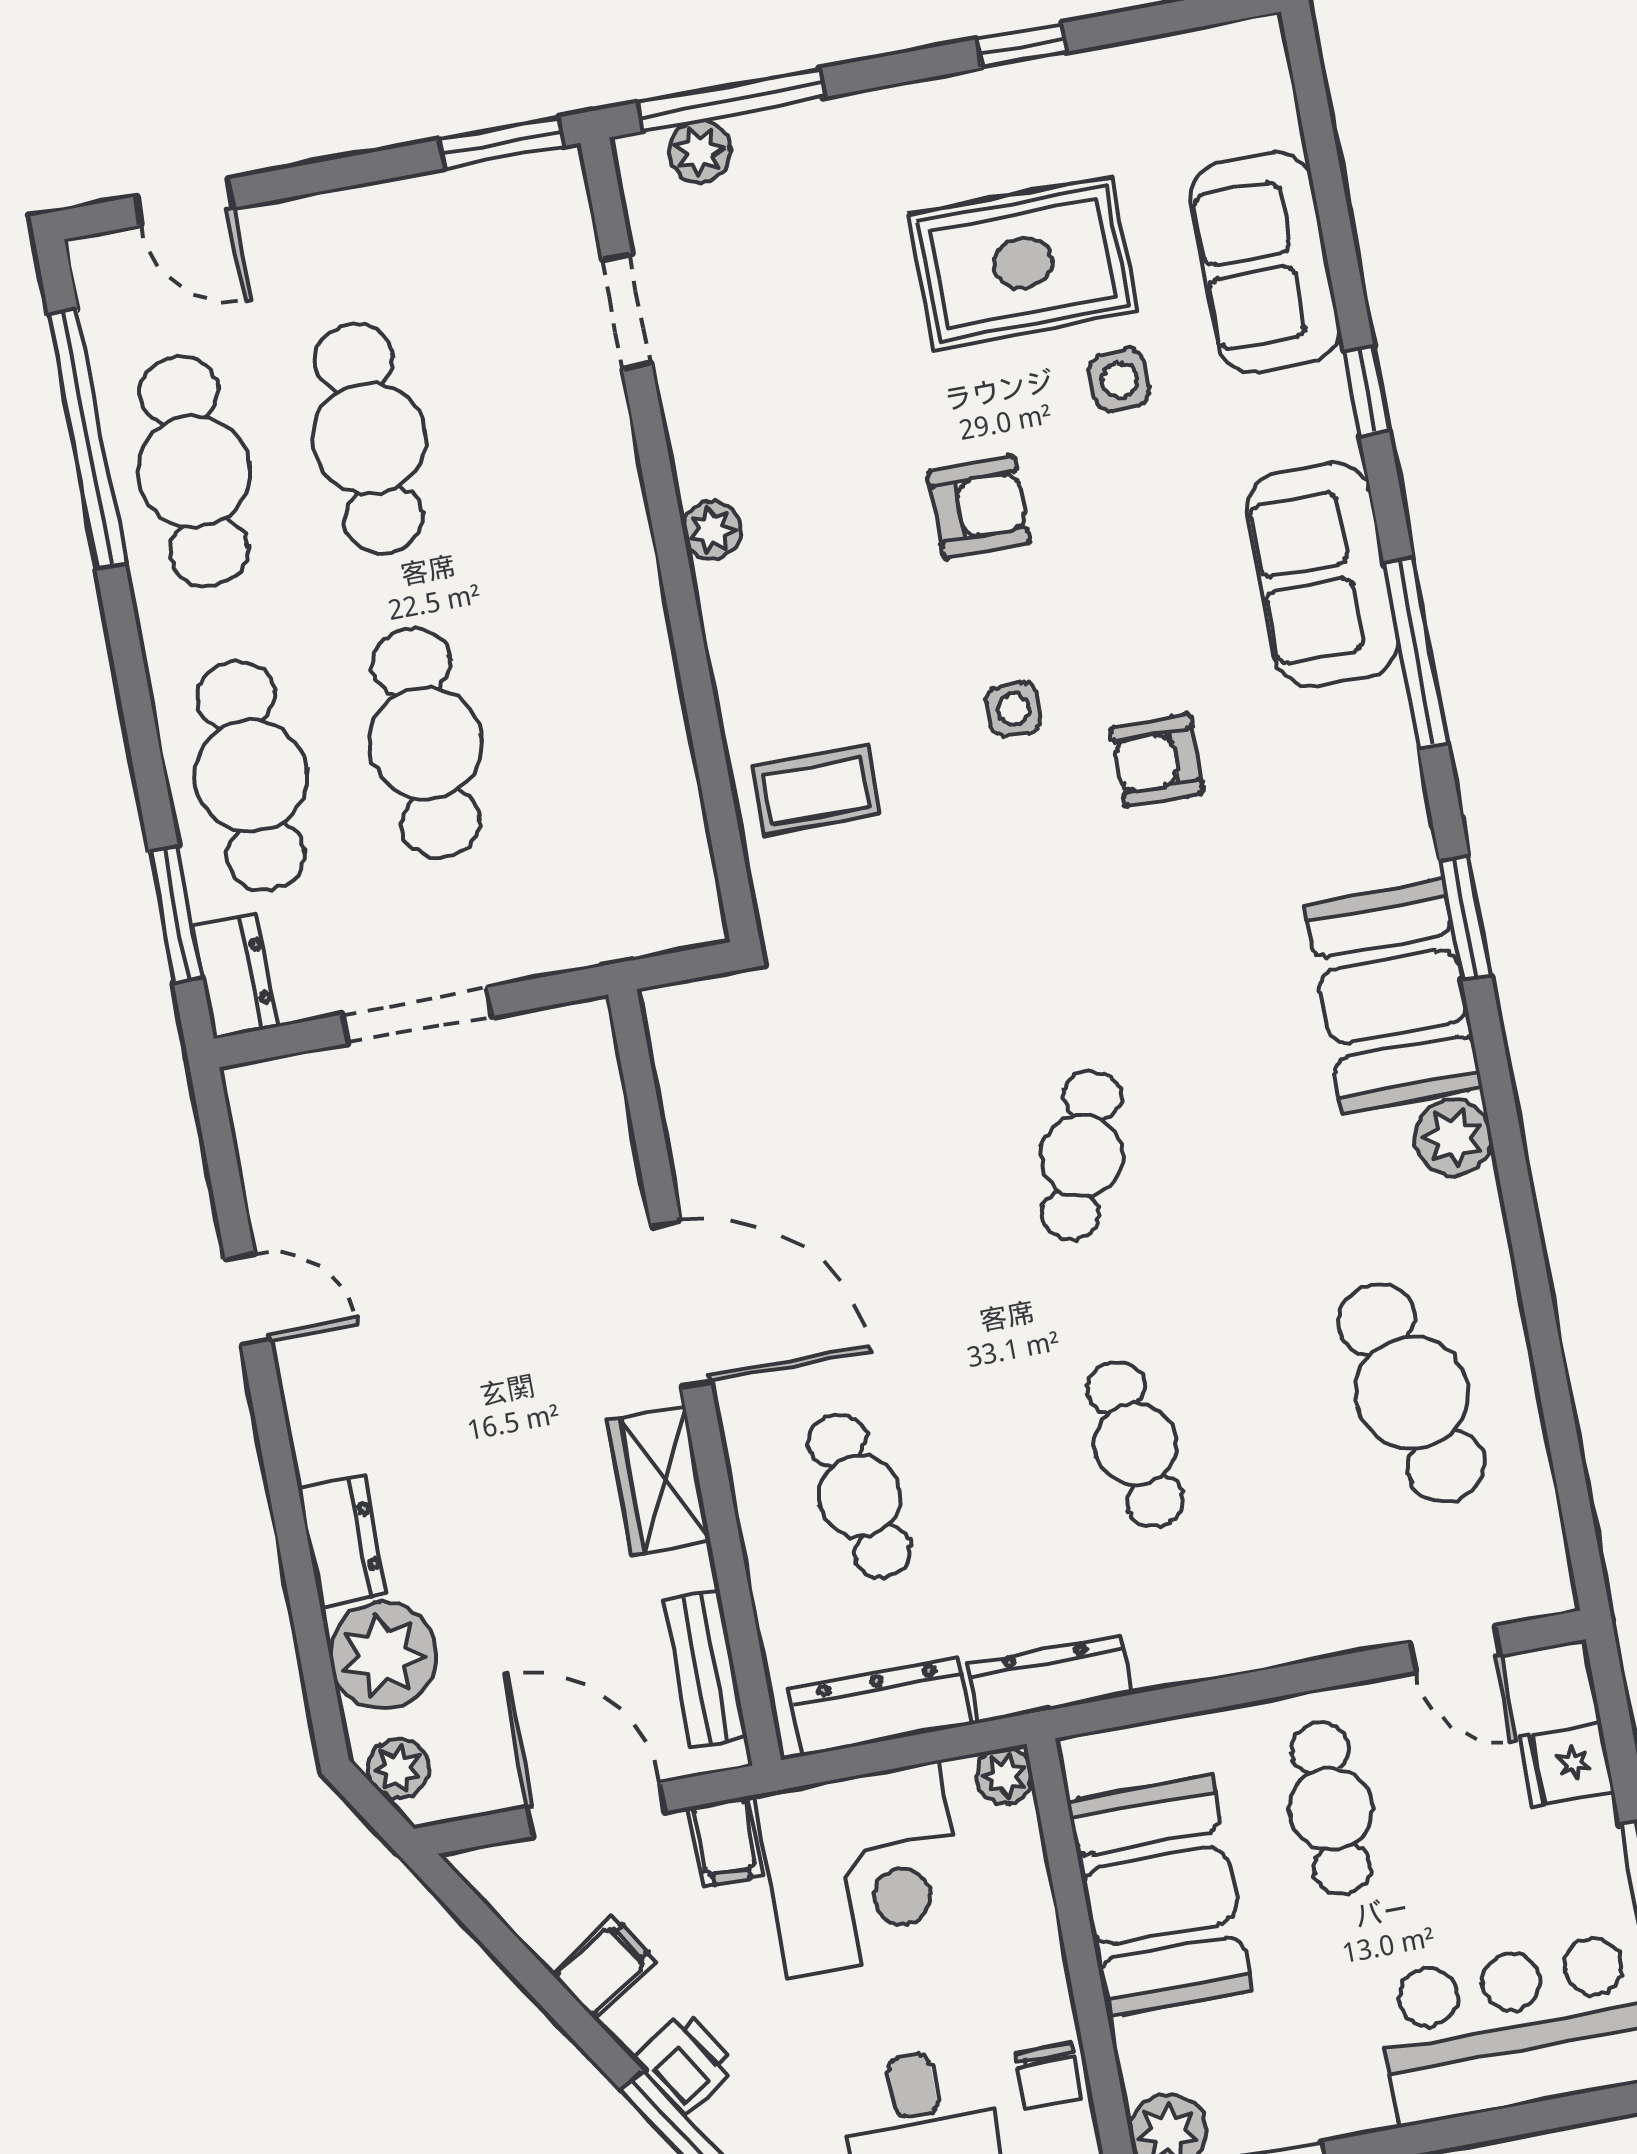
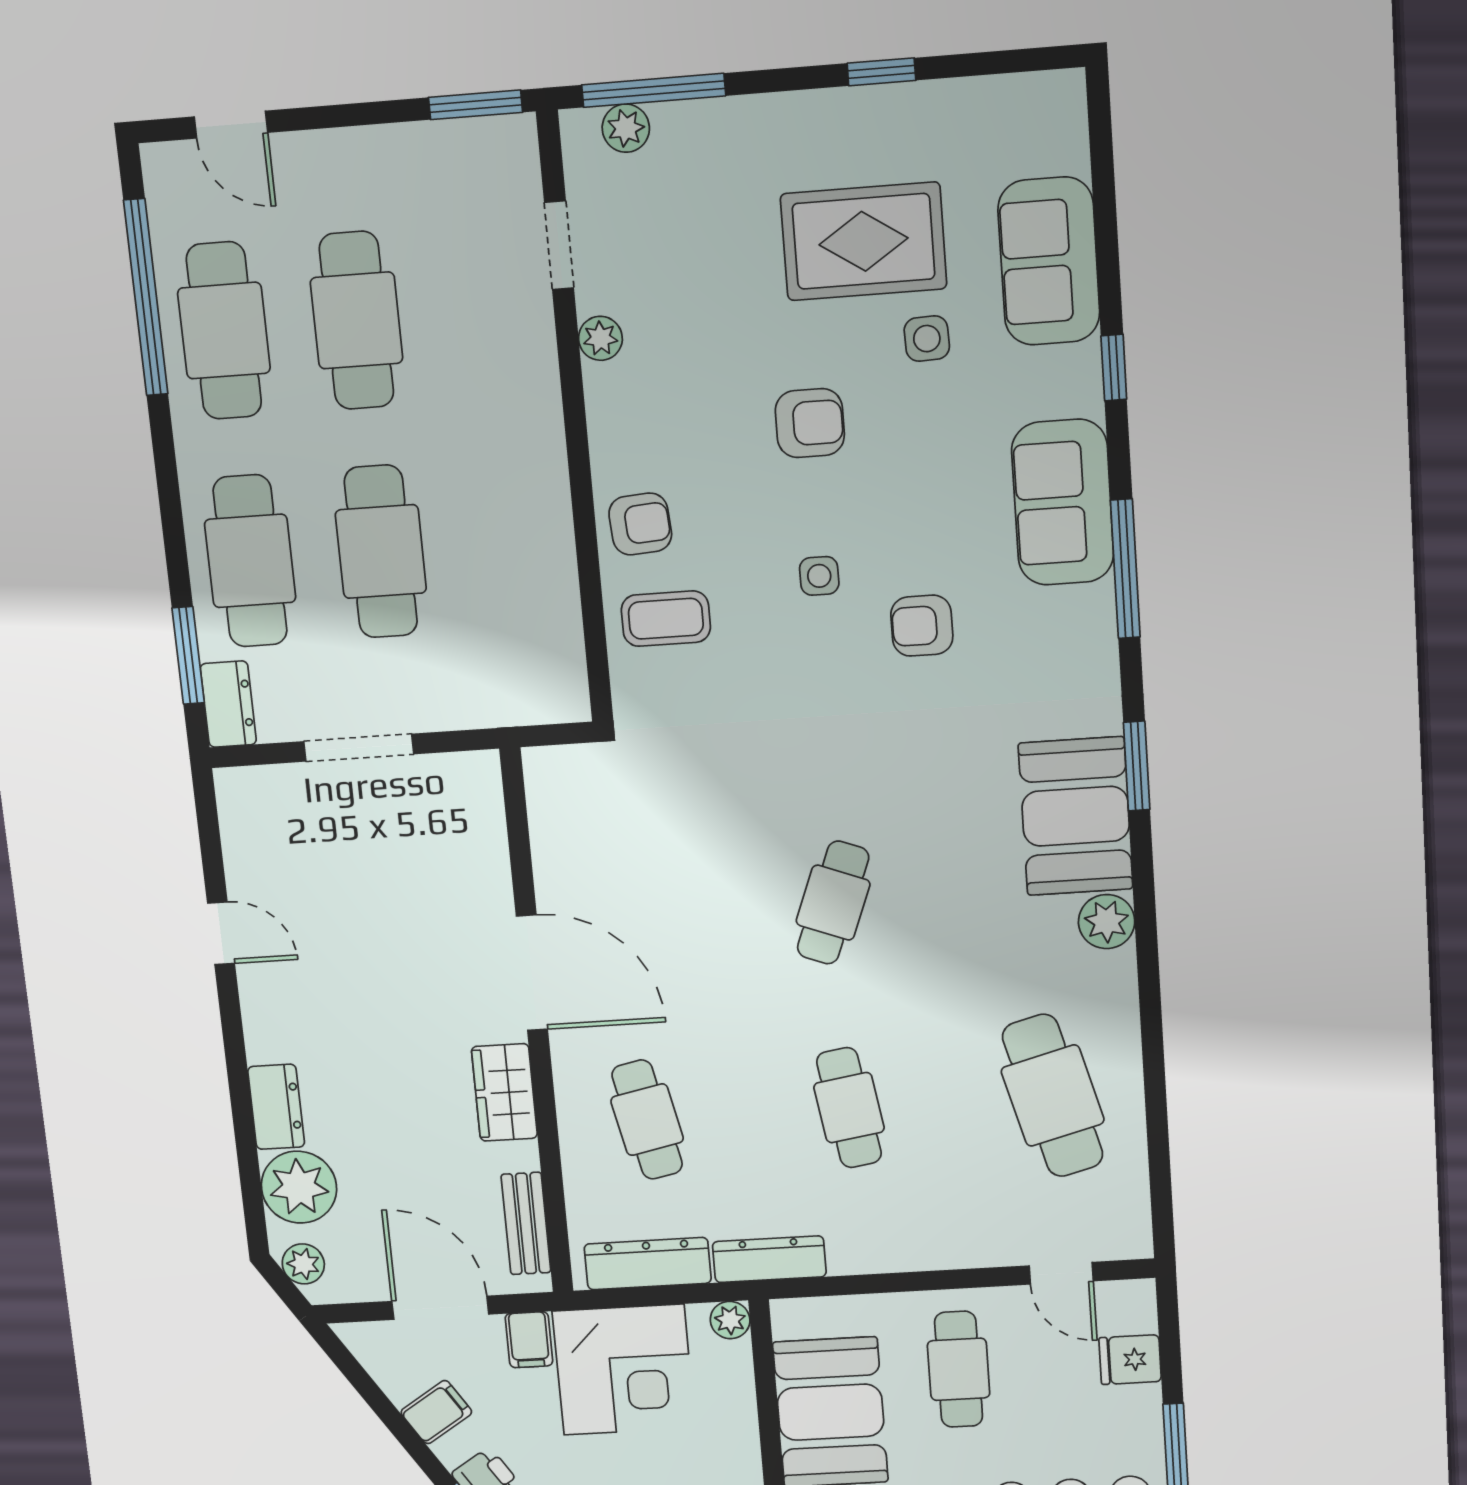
plant: (712, 530) -> (600, 338), moved
armchair: (769, 667) -> (640, 524), added

